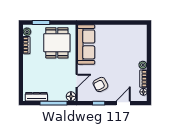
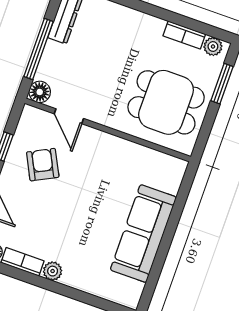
sofa: (86, 44) -> (143, 234), moved, turned 90

